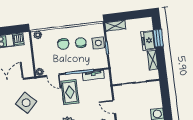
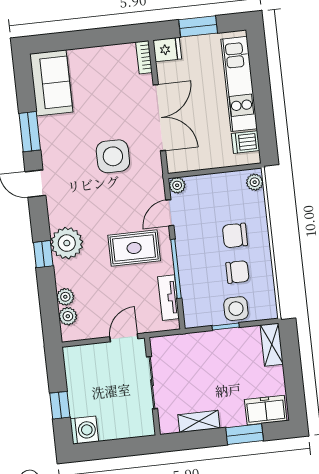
freezer: (148, 40) -> (266, 410), moved
side table: (26, 103) -> (113, 156), turned 45
door: (114, 107) -> (124, 338), moved

